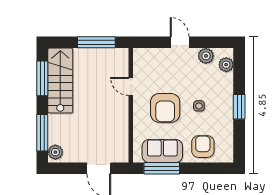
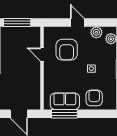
armchair: (165, 108) -> (67, 50), moved

